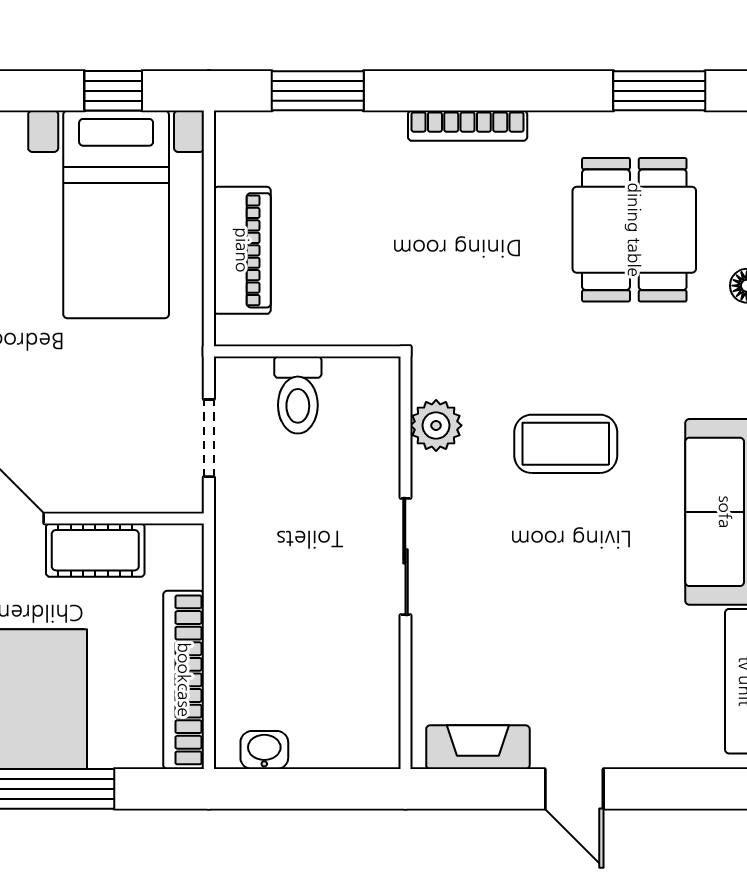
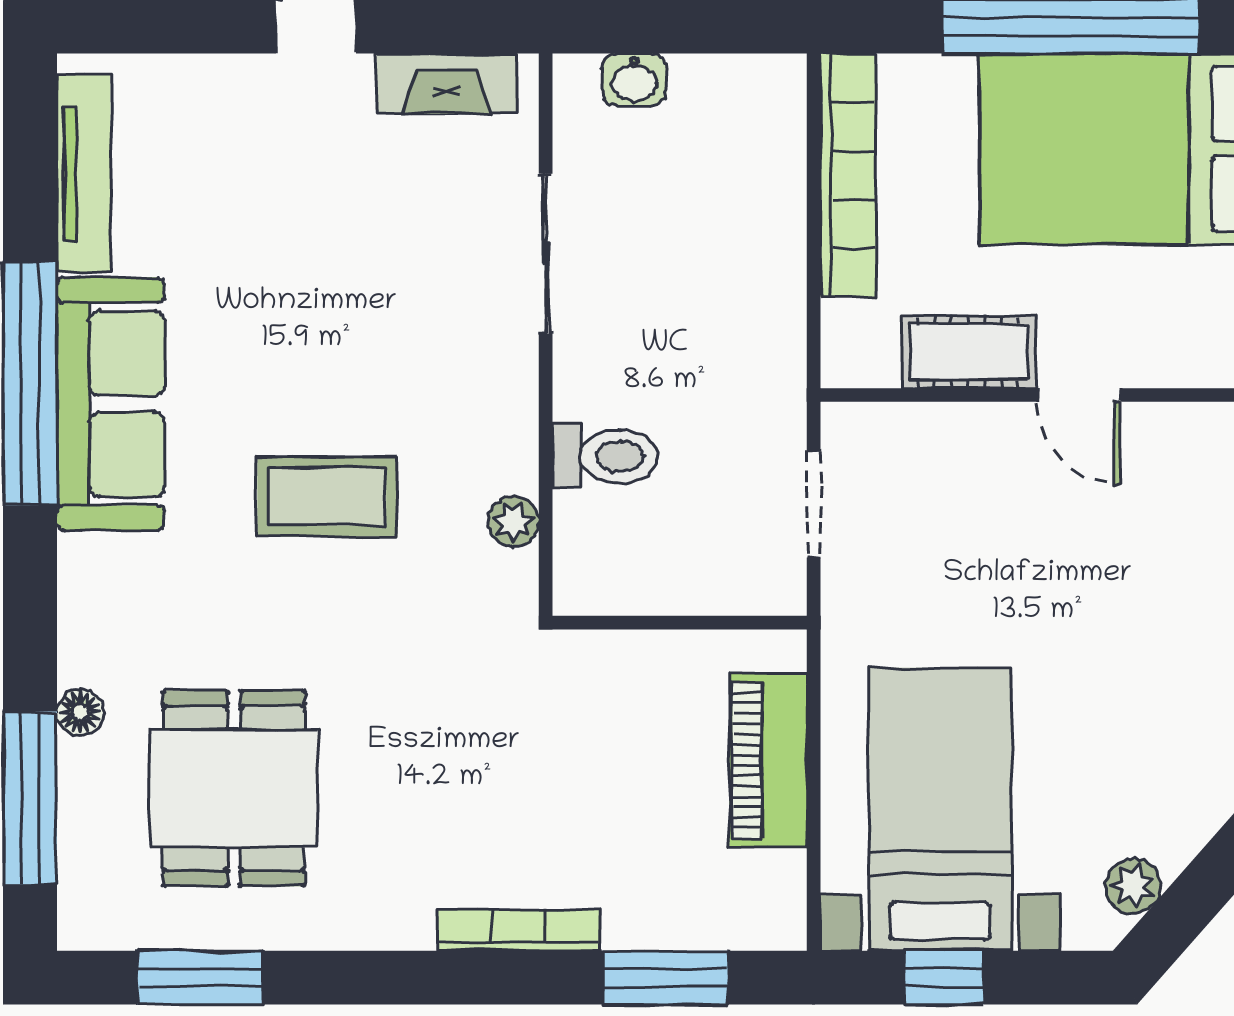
bookcase: (468, 126) -> (519, 930), moved
toilet: (298, 395) -> (605, 456), moved, turned 90
plant: (436, 425) -> (514, 522), width x0.73, depth x0.73
sliding door: (405, 556) -> (546, 254), moved
washbasin: (264, 750) -> (634, 80), moved

